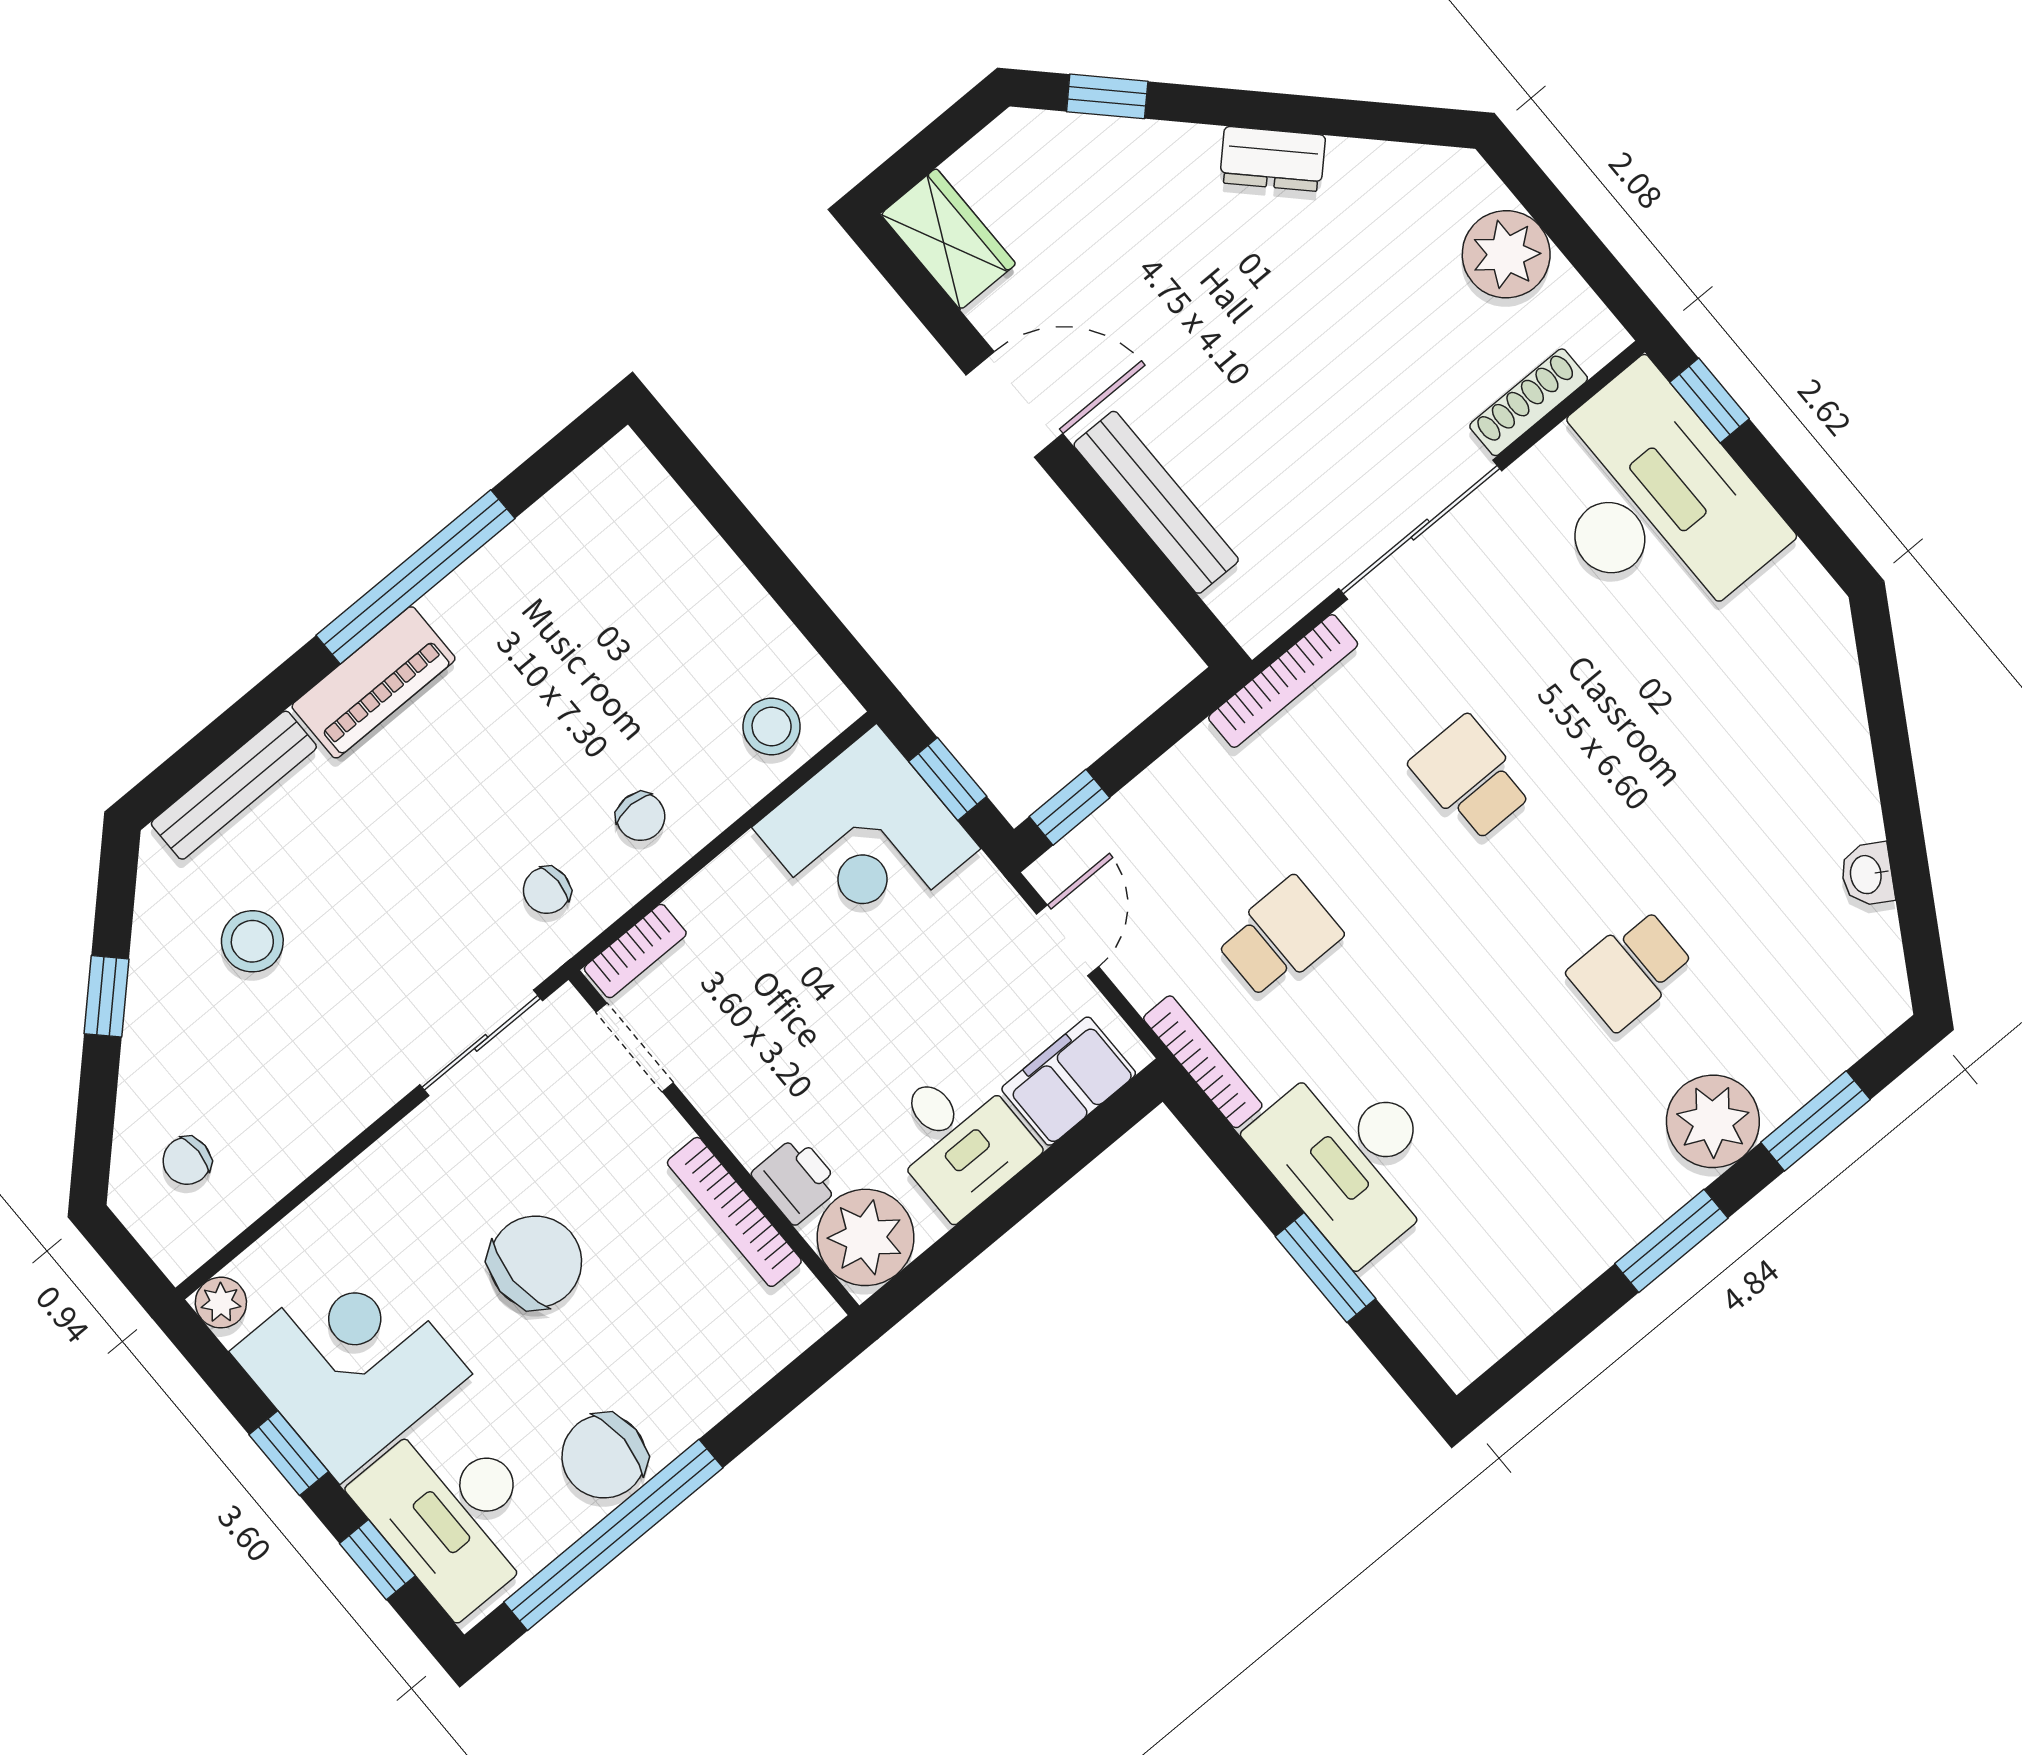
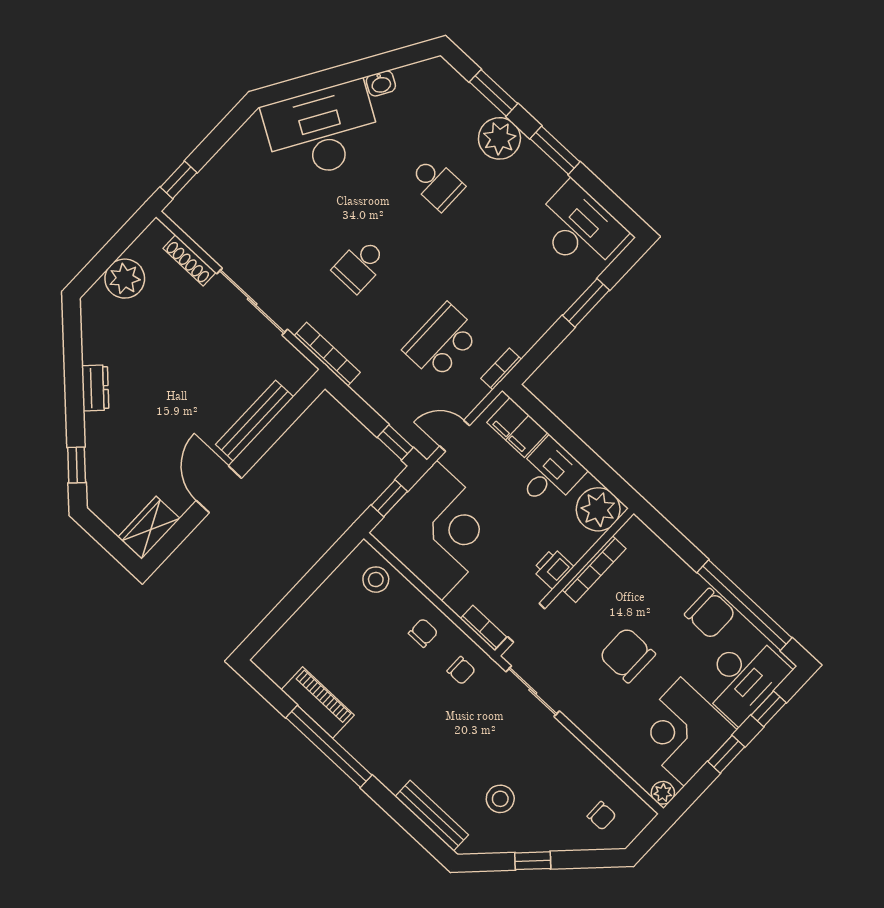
desk: (1653, 502) -> (322, 131), moved, turned 31
piano: (374, 682) -> (318, 702), moved
corner desk: (866, 838) -> (439, 531), width x1.36, depth x1.36
school desk: (1279, 938) -> (442, 342), width x1.85
bookcase: (1203, 1062) -> (501, 369), width x0.64
desk: (1352, 1158) -> (579, 228), moved, turned -90
printer: (796, 1180) -> (553, 568), moved

